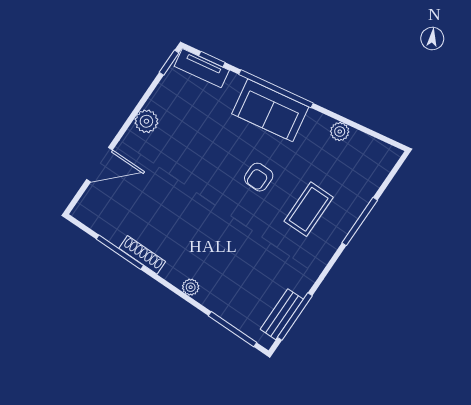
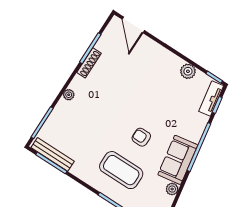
sofa: (270, 110) -> (178, 160), moved
plant: (146, 121) -> (188, 71), moved
door: (99, 165) -> (133, 25), moved
coffee table: (309, 209) -> (121, 170), width x1.36, depth x1.32
bench: (282, 314) -> (53, 154), width x1.36

